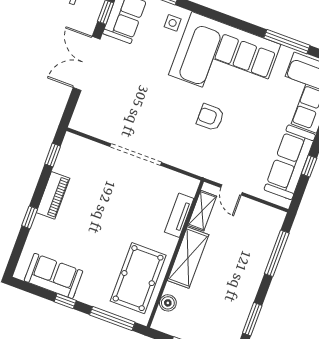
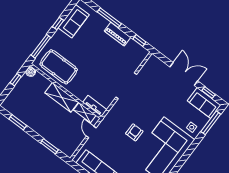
door: (232, 190) -> (91, 132), hinge flipped
tv unit: (179, 215) -> (95, 106), moved
window: (30, 217) -> (109, 18), width x2.17
window: (277, 253) -> (49, 146), width x0.69
boiler: (168, 303) -> (31, 72), moved

